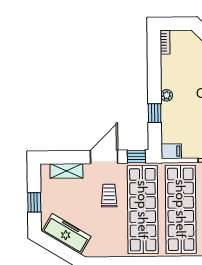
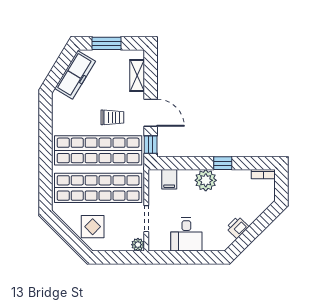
plant: (167, 95) -> (206, 180), width x1.88, depth x1.88
window: (155, 113) -> (223, 163), moved
filing cabinet: (171, 151) -> (169, 179), moved
window: (34, 202) -> (106, 43), width x1.50

